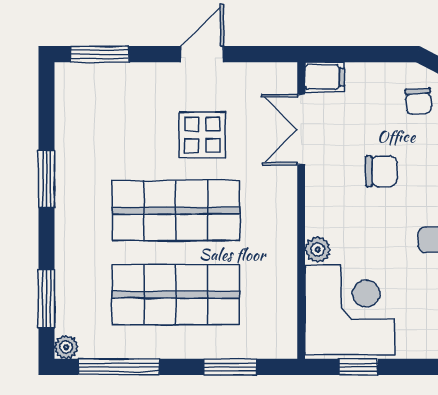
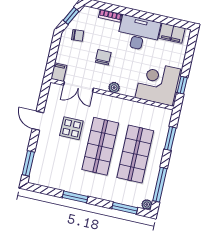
plant: (318, 250) -> (114, 88), moved

